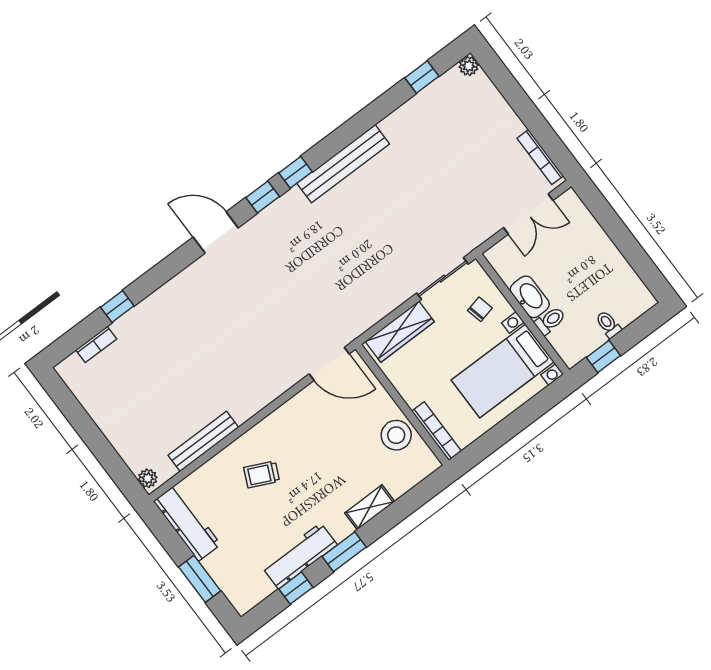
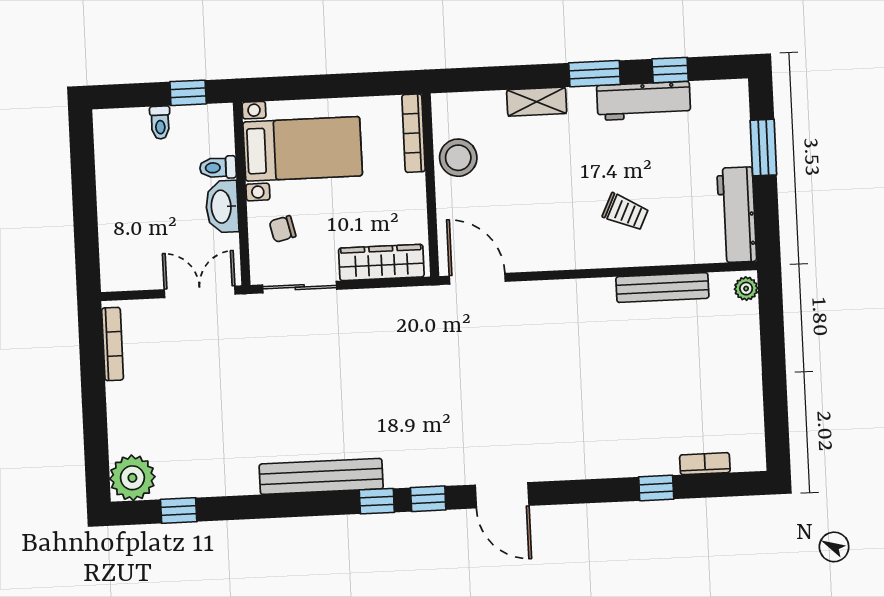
plant: (469, 66) -> (132, 478), width x1.88, depth x1.88
double door: (528, 214) -> (200, 292), moved

